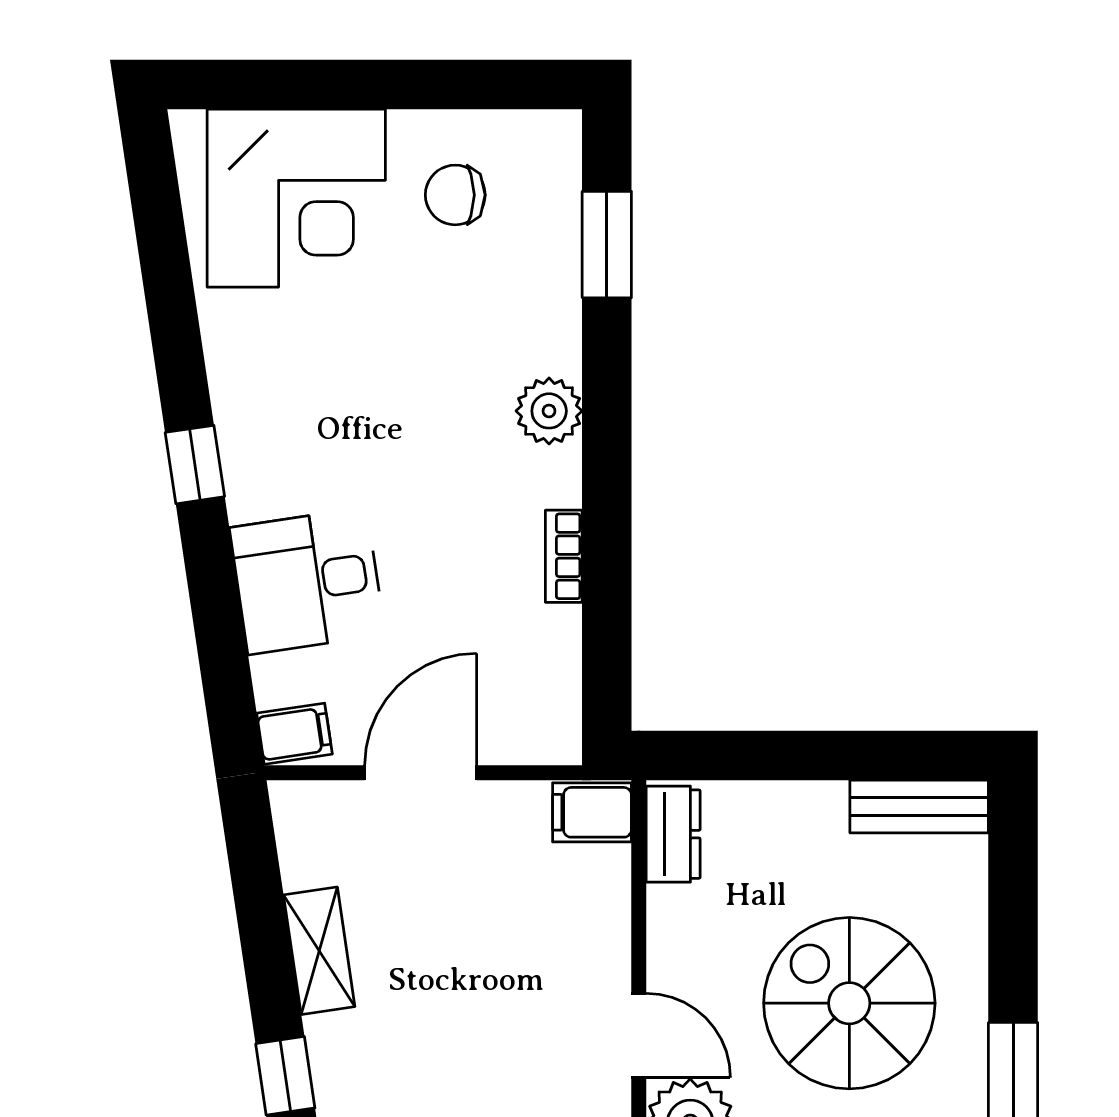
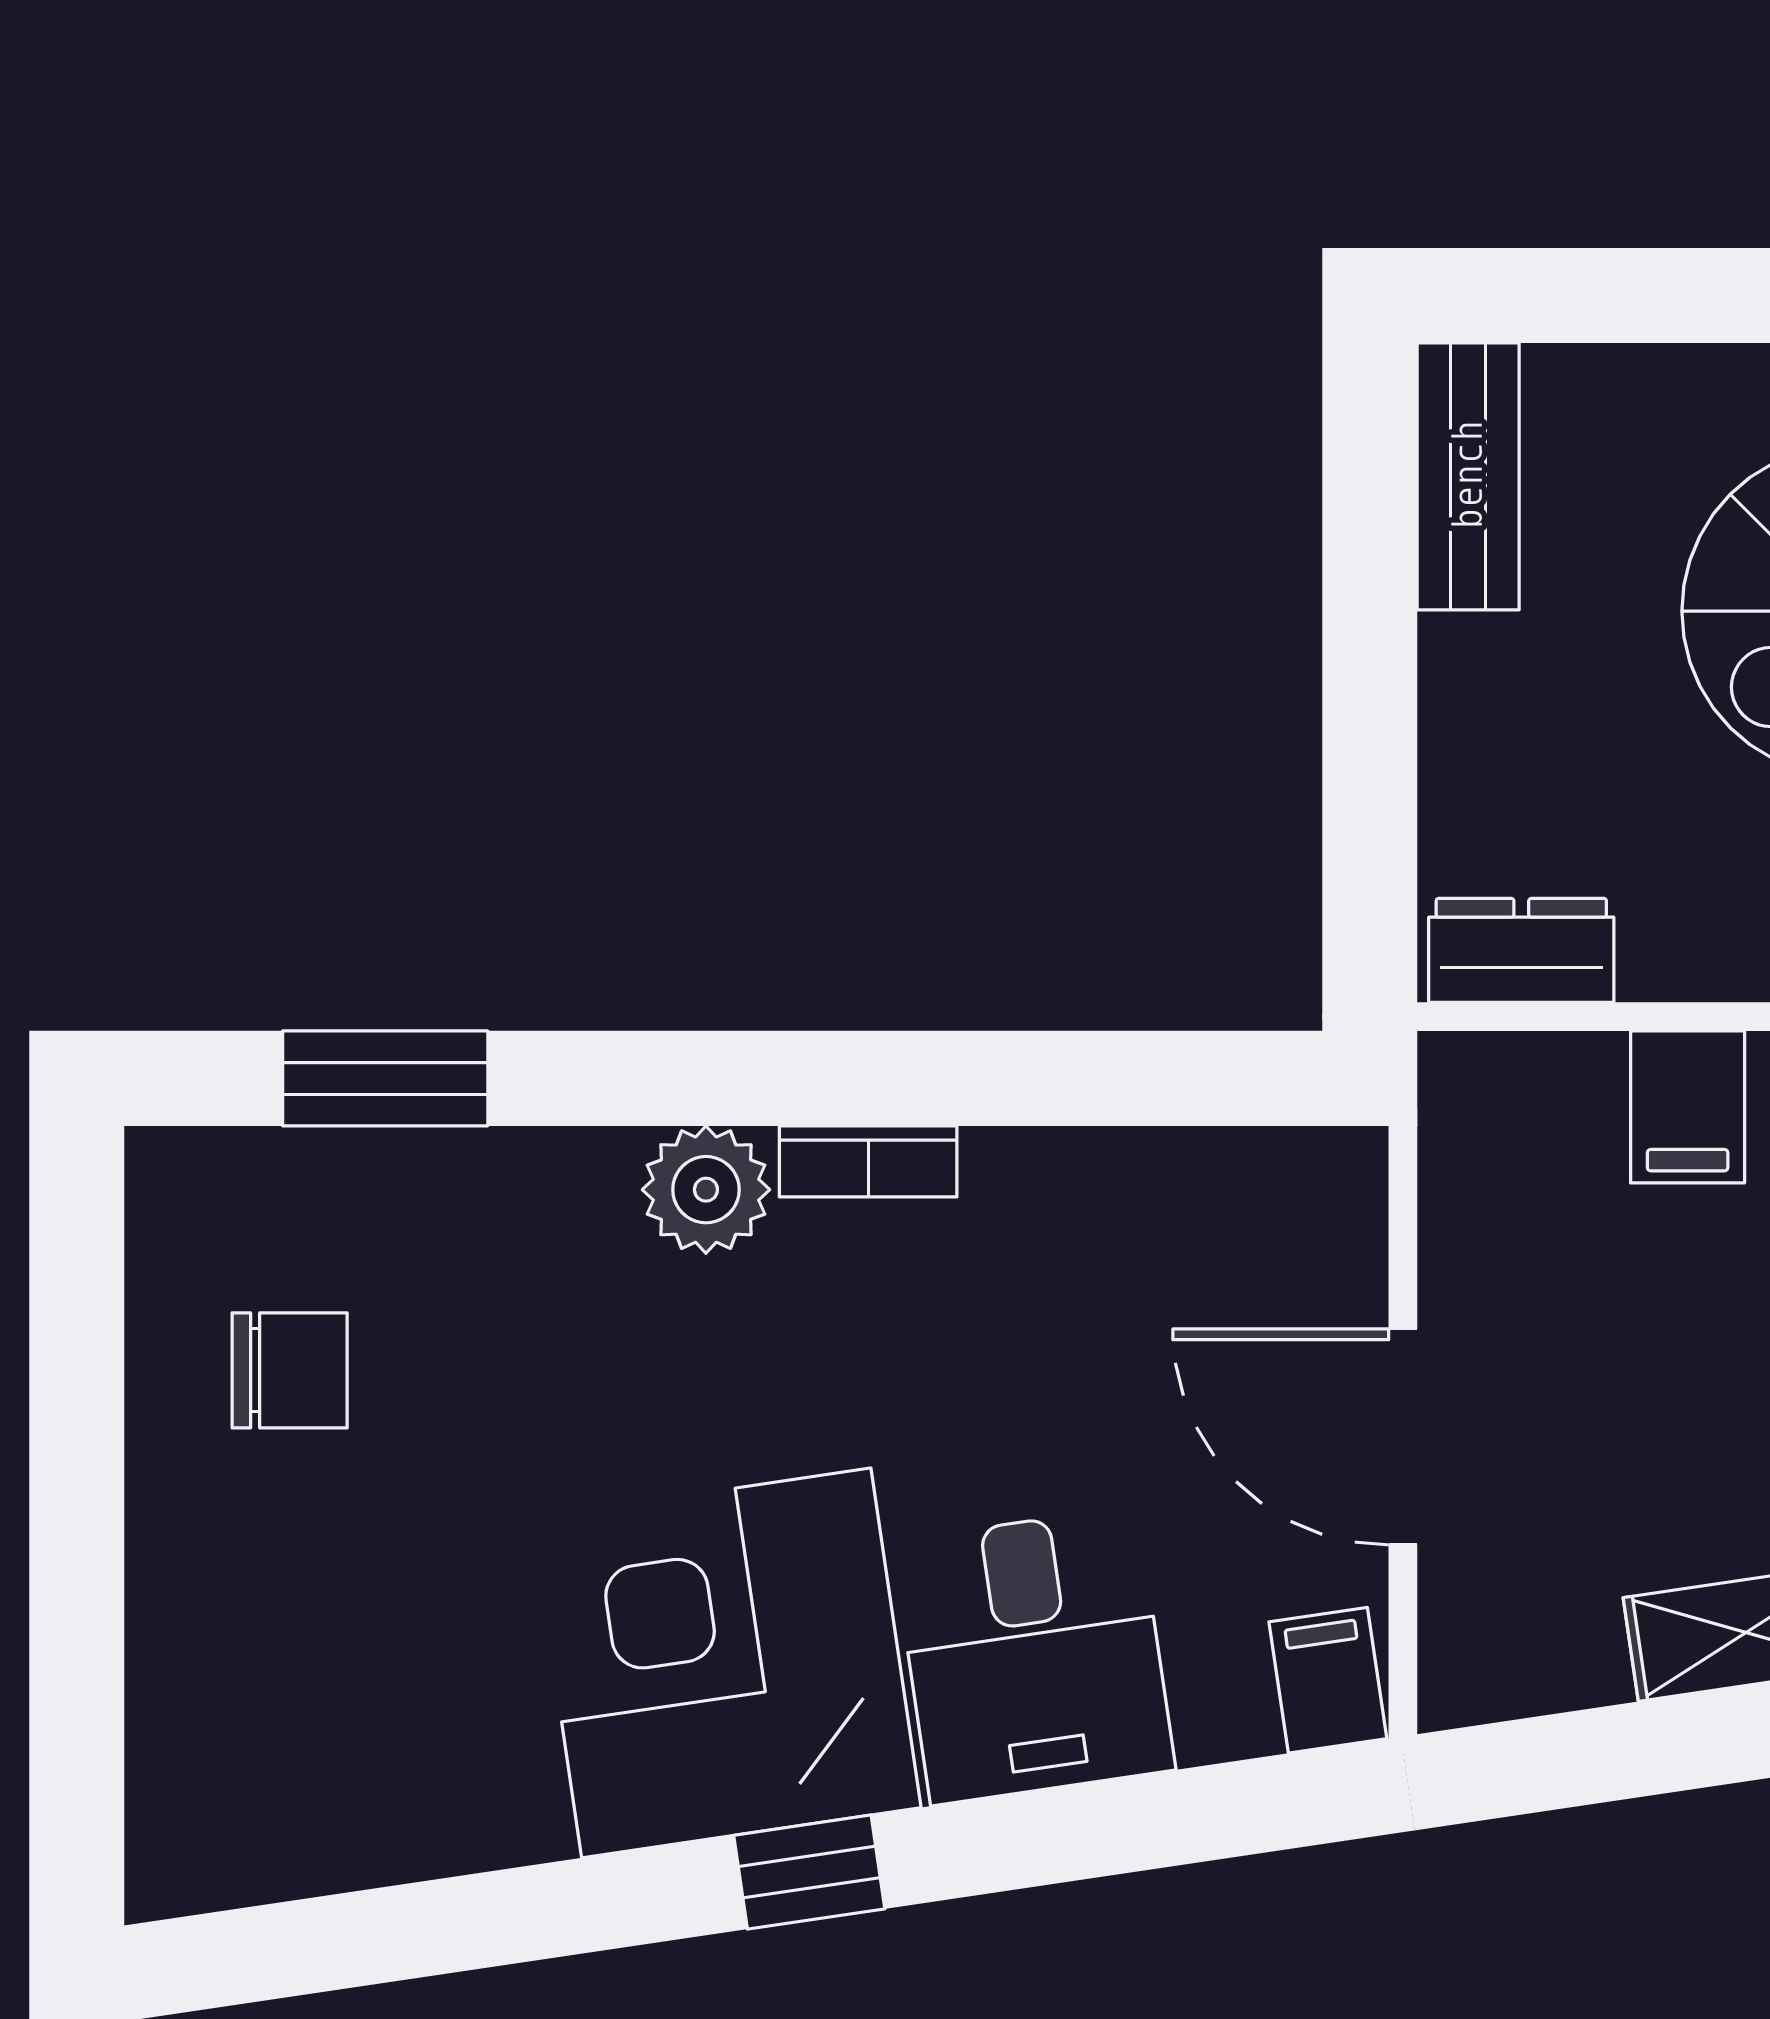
chair: (455, 195) -> (290, 1370), turned -90
corner desk: (296, 198) -> (726, 1663), moved, turned -98
bookcase: (564, 556) -> (868, 1161), moved
filing cabinet: (592, 812) -> (1688, 1107), moved

